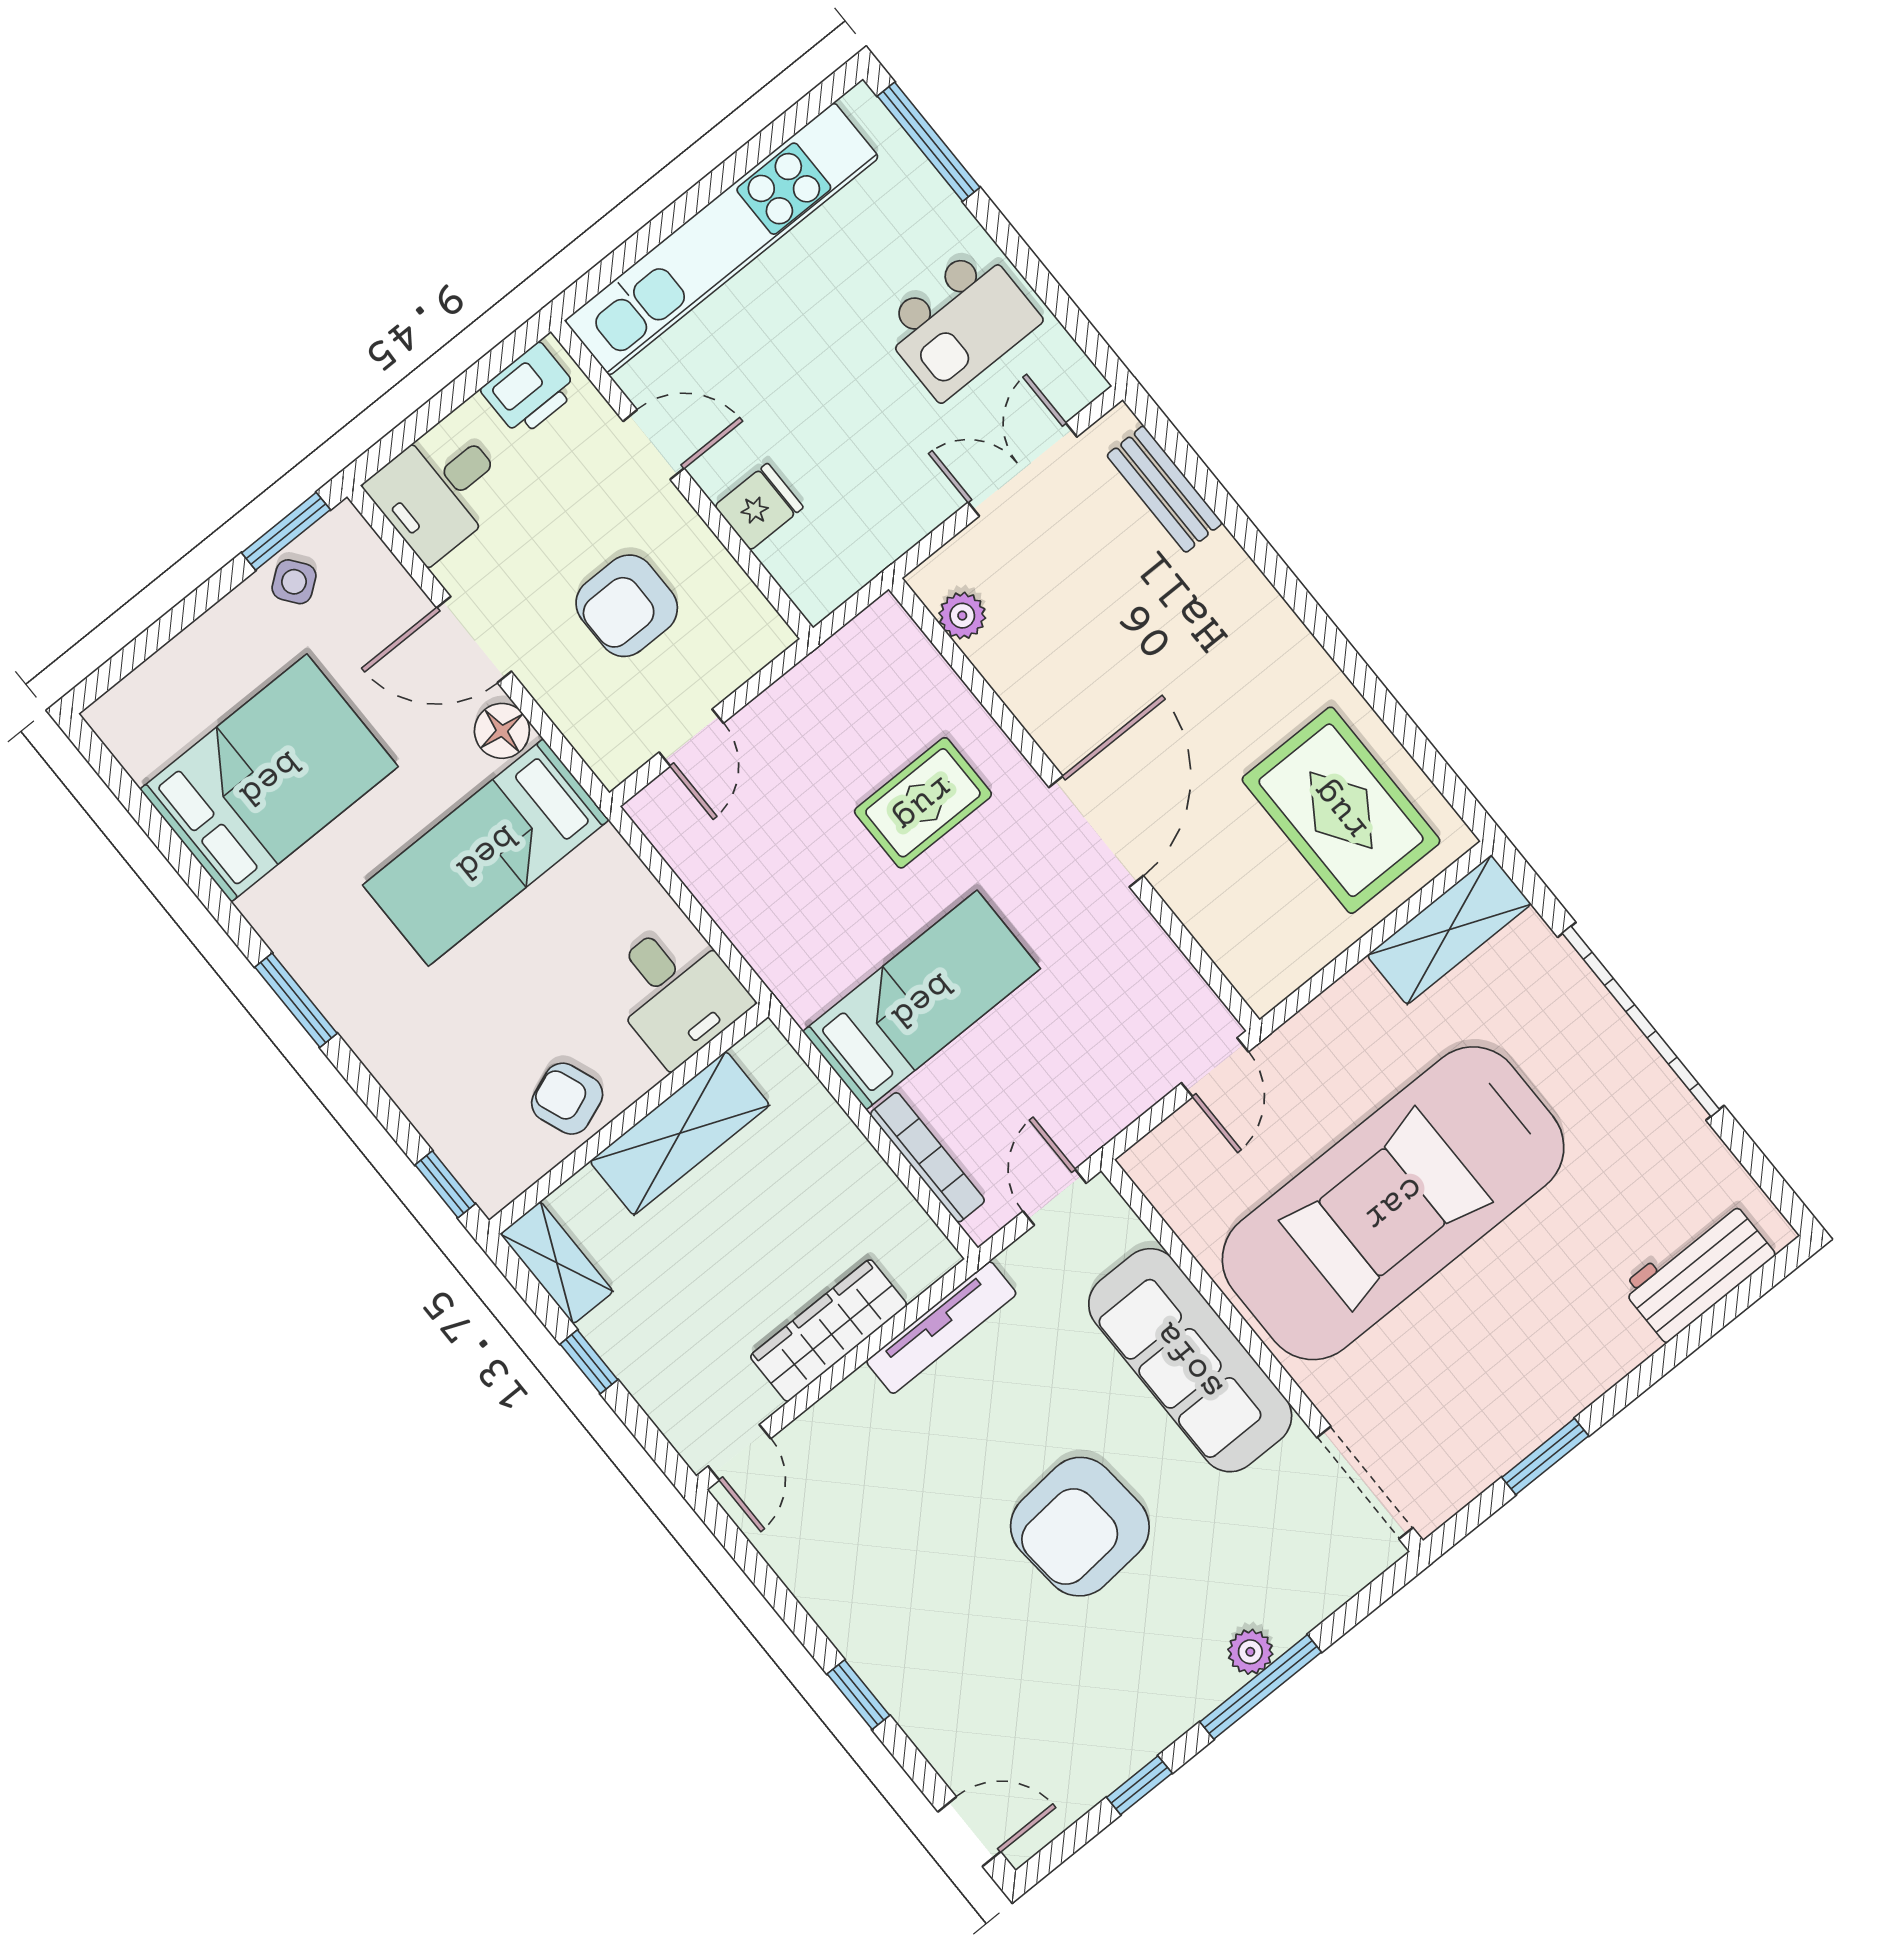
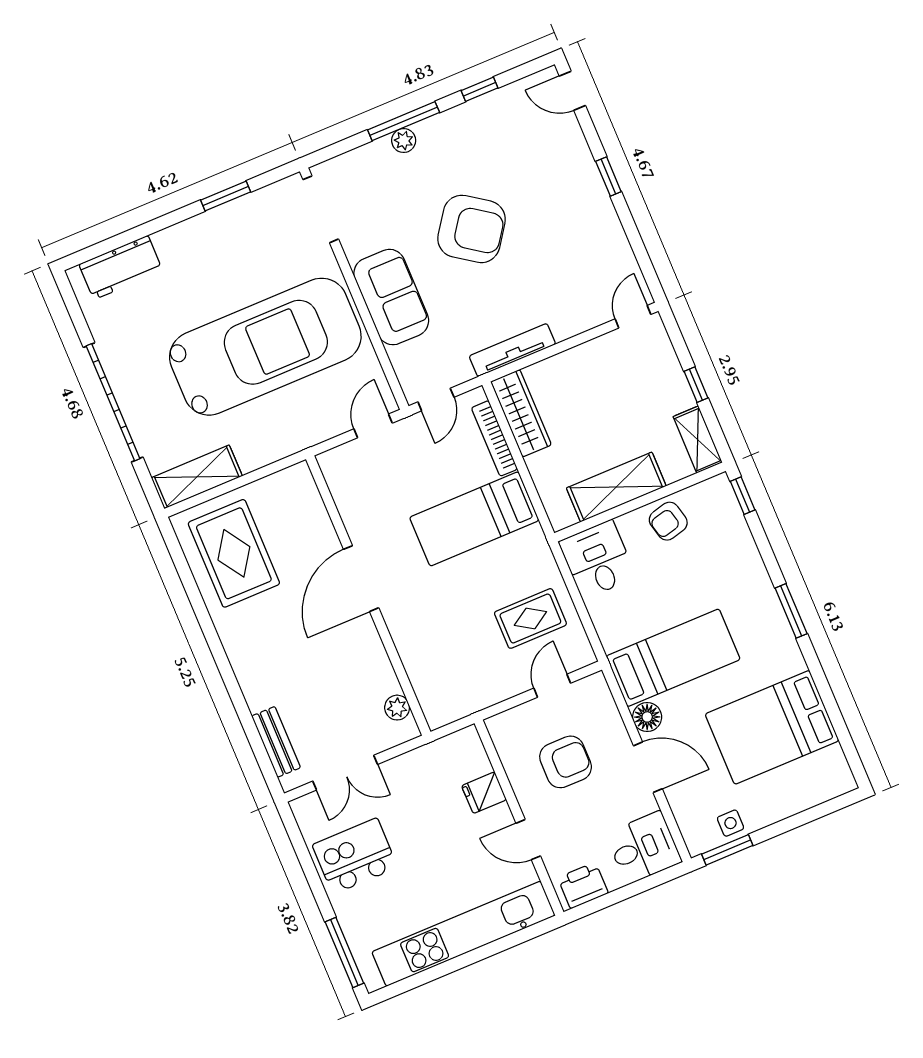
side table: (294, 582) -> (730, 823), turned 37
rug: (923, 803) -> (530, 618), moved
door: (1215, 1067) -> (373, 426), moved
armchair: (567, 1099) -> (668, 521), turned 97
wardrobe: (829, 1331) -> (521, 413), moved, turned -90
sofa: (1190, 1360) -> (391, 297), width x0.73
armchair: (1080, 1527) -> (472, 229), turned 40

